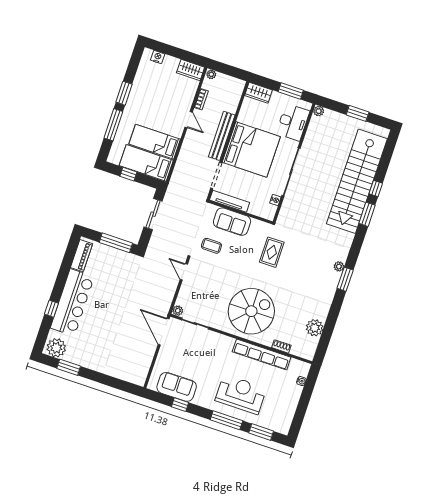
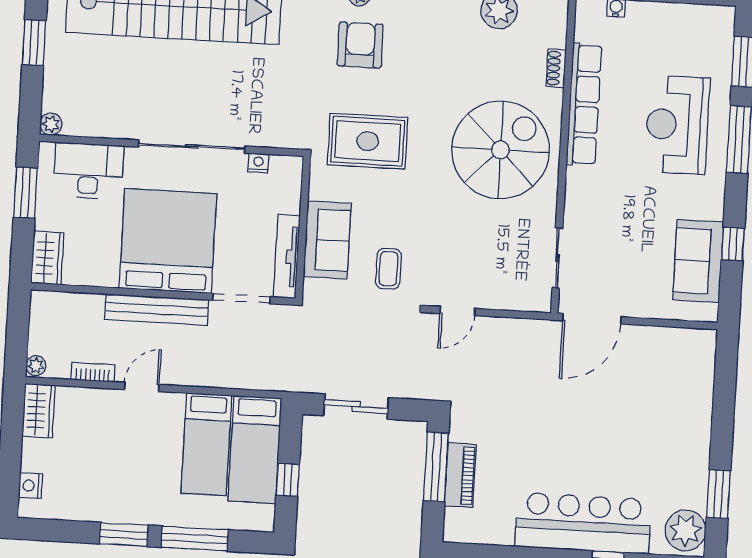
rug: (272, 252) -> (368, 141), width x1.36, depth x1.43
piano: (82, 256) -> (460, 475), moved, turned 90
armchair: (316, 261) -> (360, 45), added
plant: (178, 311) -> (541, 302), removed
spiral stairs: (251, 311) -> (501, 150), turned 90

